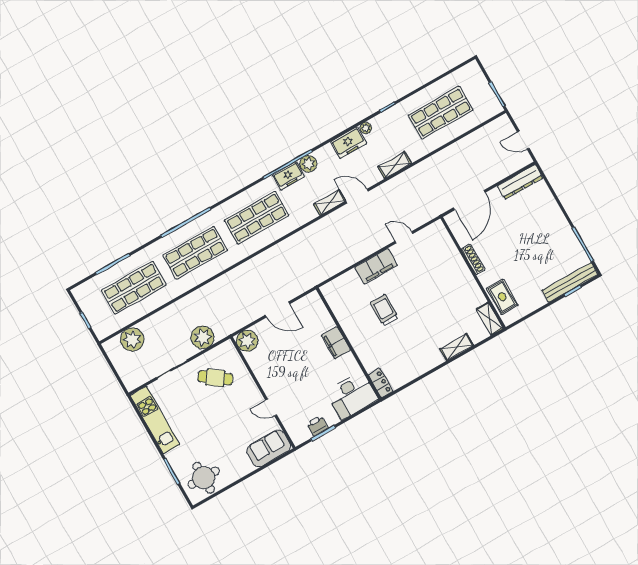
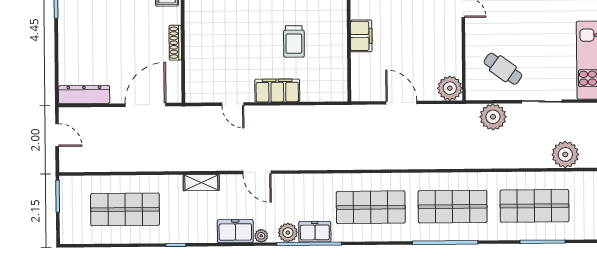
plant: (366, 128) -> (261, 236), moved
shelving: (330, 202) -> (288, 181), removed

